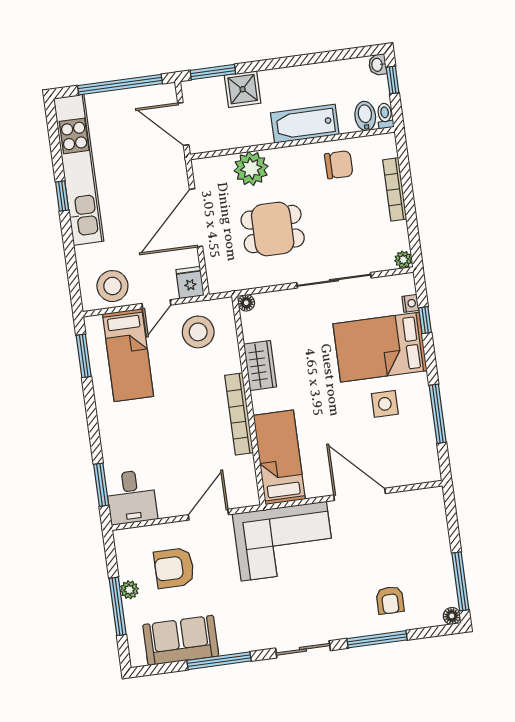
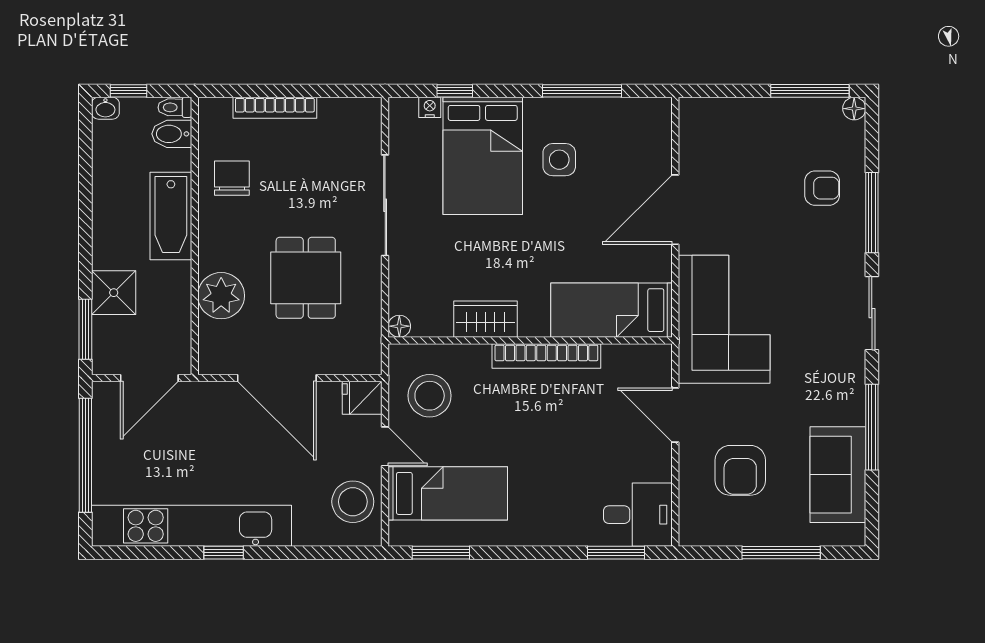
plant: (403, 260) -> (370, 109), removed
plant: (129, 590) -> (761, 534), removed

